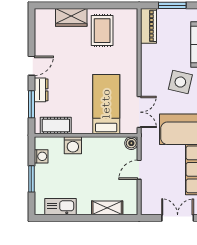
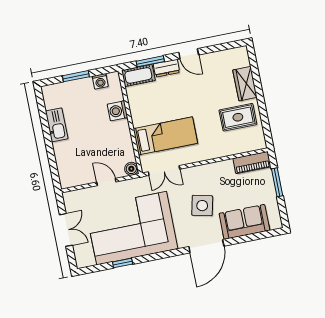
cot: (56, 125) -> (138, 75), moved, turned 90
kitchen sink: (60, 207) -> (57, 125), moved
shelving: (107, 208) -> (62, 157), removed

